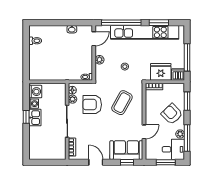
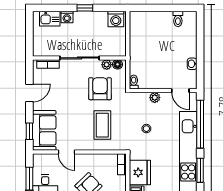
coffee table: (122, 103) -> (102, 125), turned 61
washing machine: (34, 104) -> (67, 17), moved
kitchen sink: (35, 118) -> (50, 19), moved

